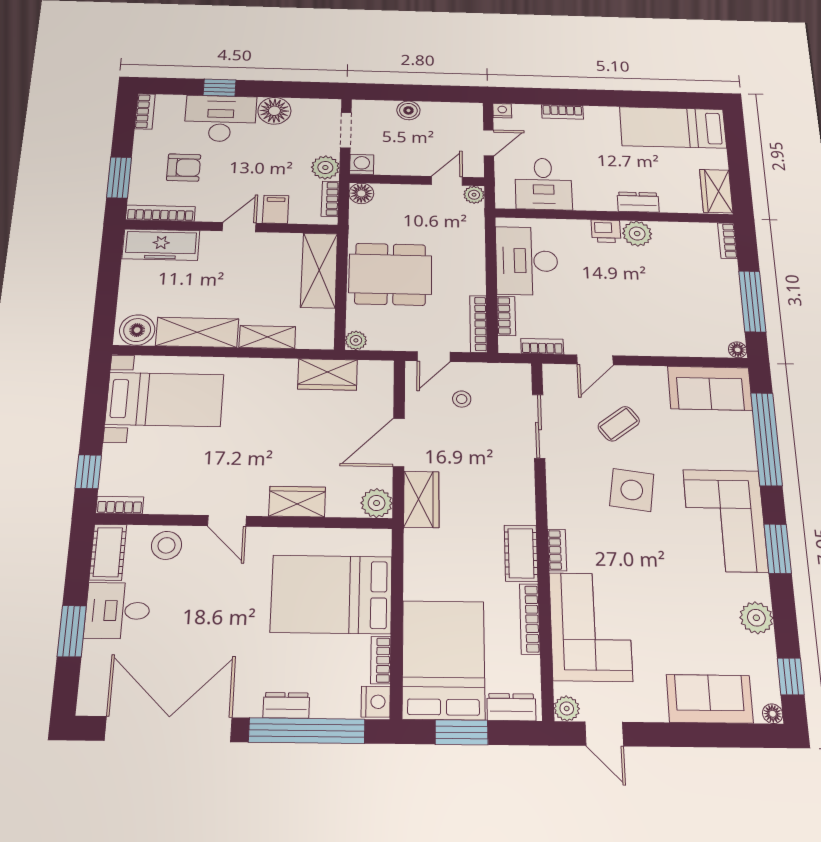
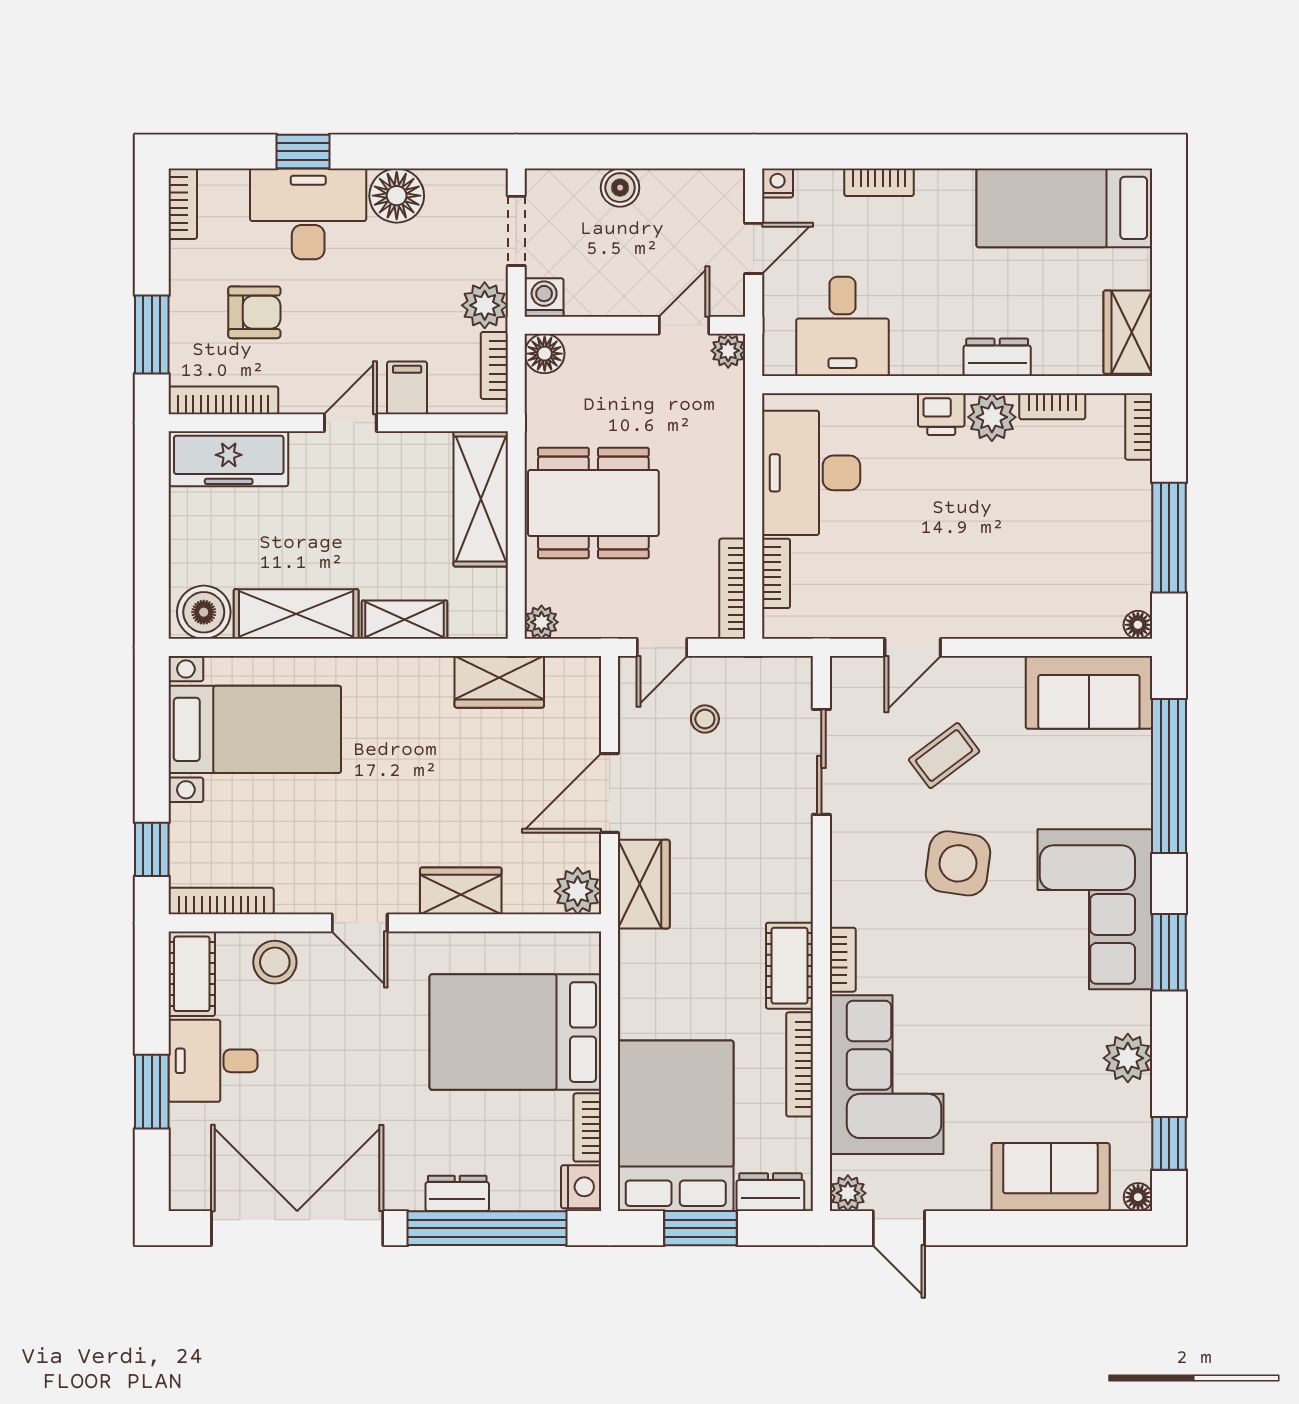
bookcase: (542, 346) -> (1052, 406), moved, turned 180
bookcase: (120, 505) -> (221, 901), width x1.56

